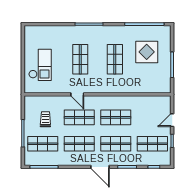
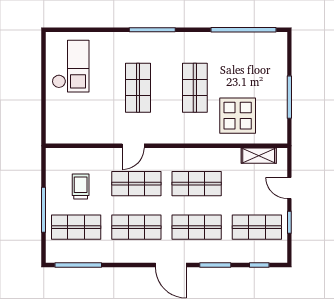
display table: (147, 52) -> (238, 116), moved
checkout: (40, 65) -> (71, 66), moved
door: (77, 94) -> (133, 146), hinge flipped
shelving: (153, 100) -> (259, 156), added
door: (172, 120) -> (289, 188), hinge flipped

